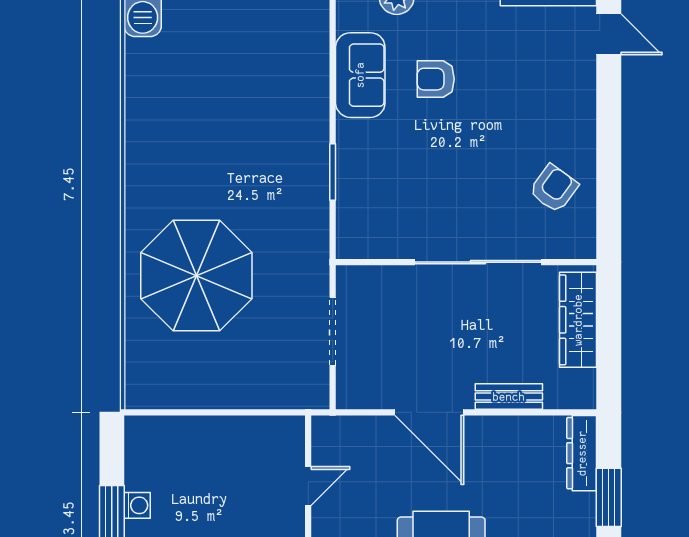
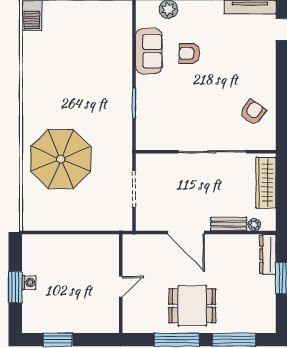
plant: (556, 398) -> (254, 225), added
door: (308, 486) -> (121, 287), moved

